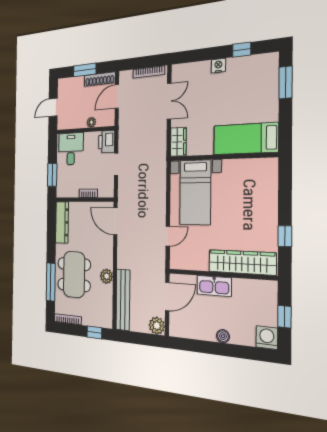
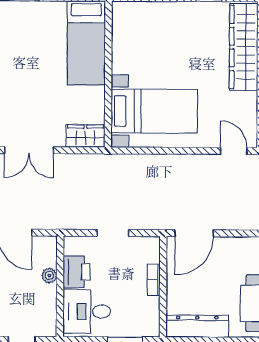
double door: (169, 101) -> (29, 150), swing flipped
printer: (107, 142) -> (76, 272), moved, turned -90
door: (168, 236) -> (234, 151), moved

